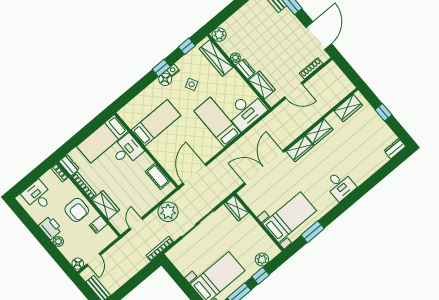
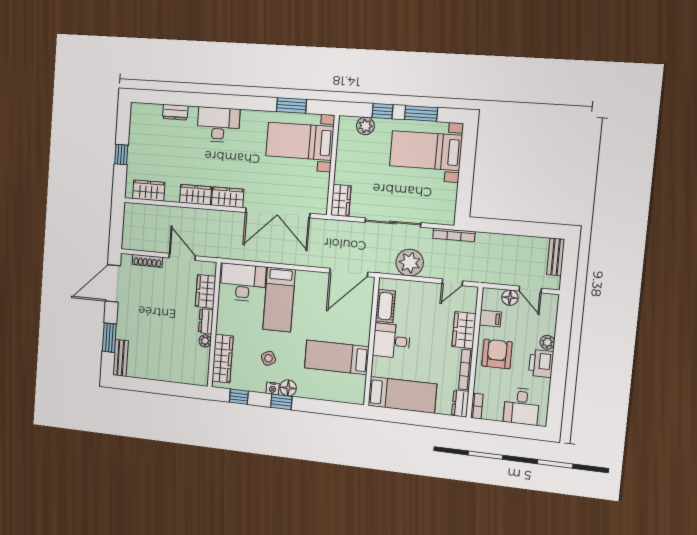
plant: (219, 35) -> (200, 377), removed
dresser: (395, 149) -> (175, 112), moved
desk: (127, 150) -> (392, 341), moved
desk: (340, 185) -> (218, 125), width x1.37
door: (94, 260) -> (530, 290), swing flipped
floor lamp: (78, 264) -> (510, 298), moved

